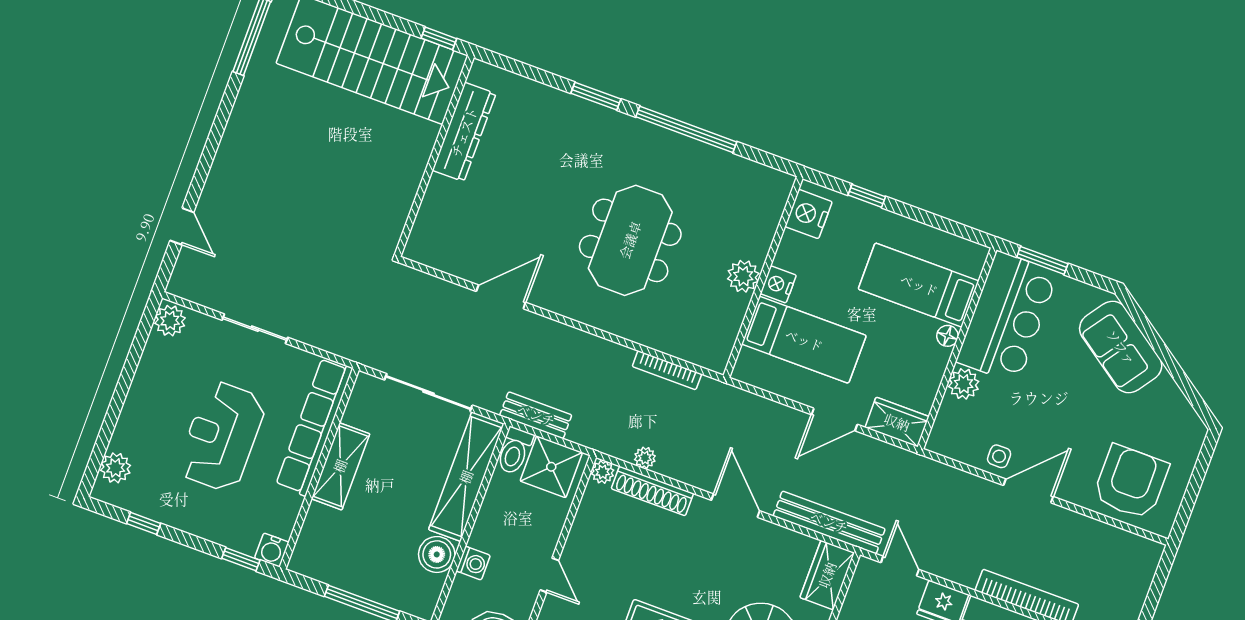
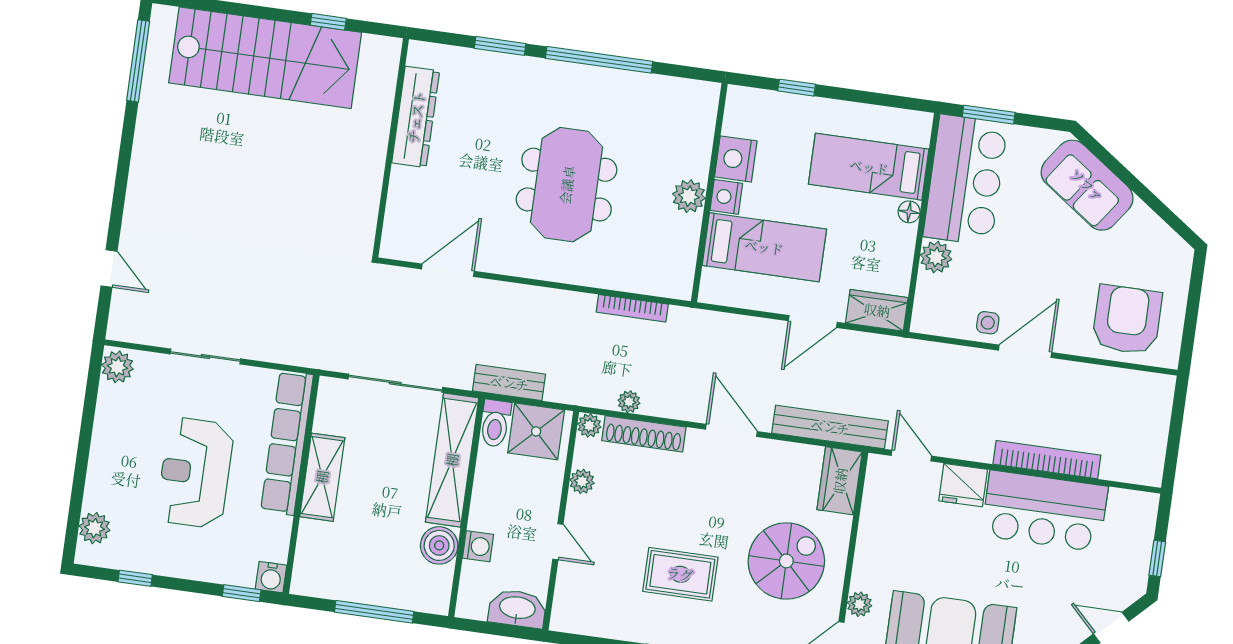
dresser: (464, 132) -> (416, 117), moved
wall: (434, 156) -> (391, 148), moved
nightstand: (808, 214) -> (736, 159), moved
plant: (584, 523) -> (582, 481), added

